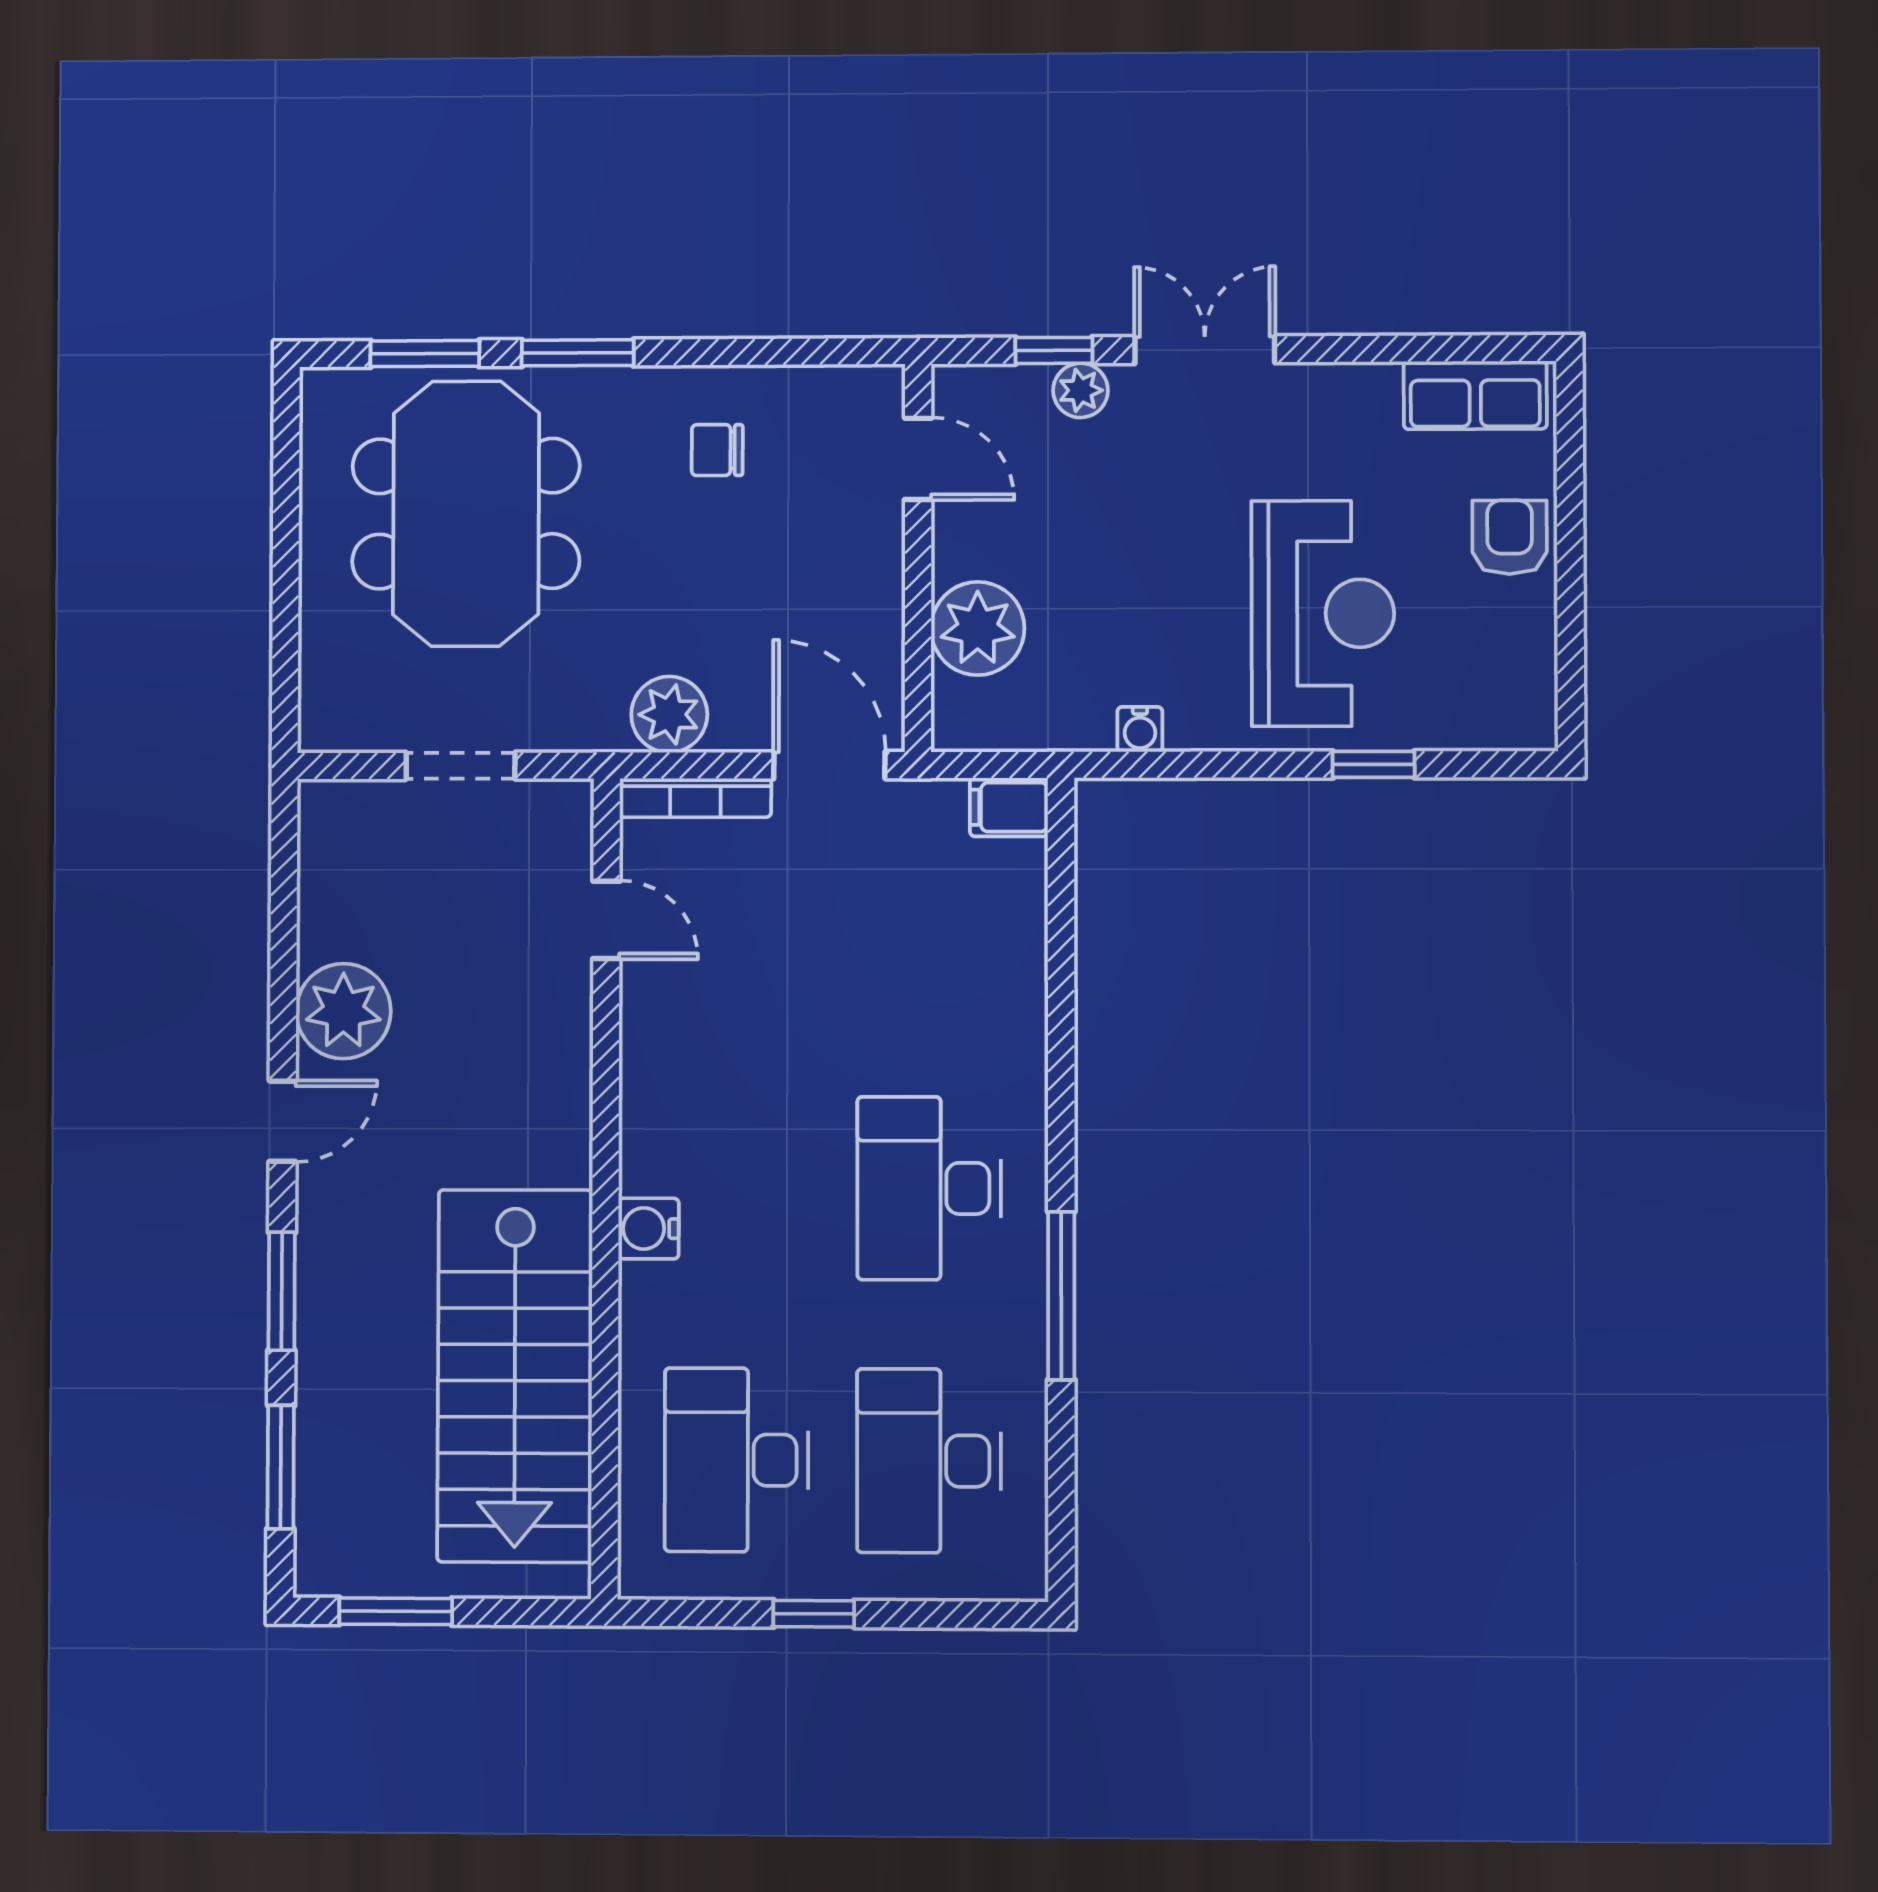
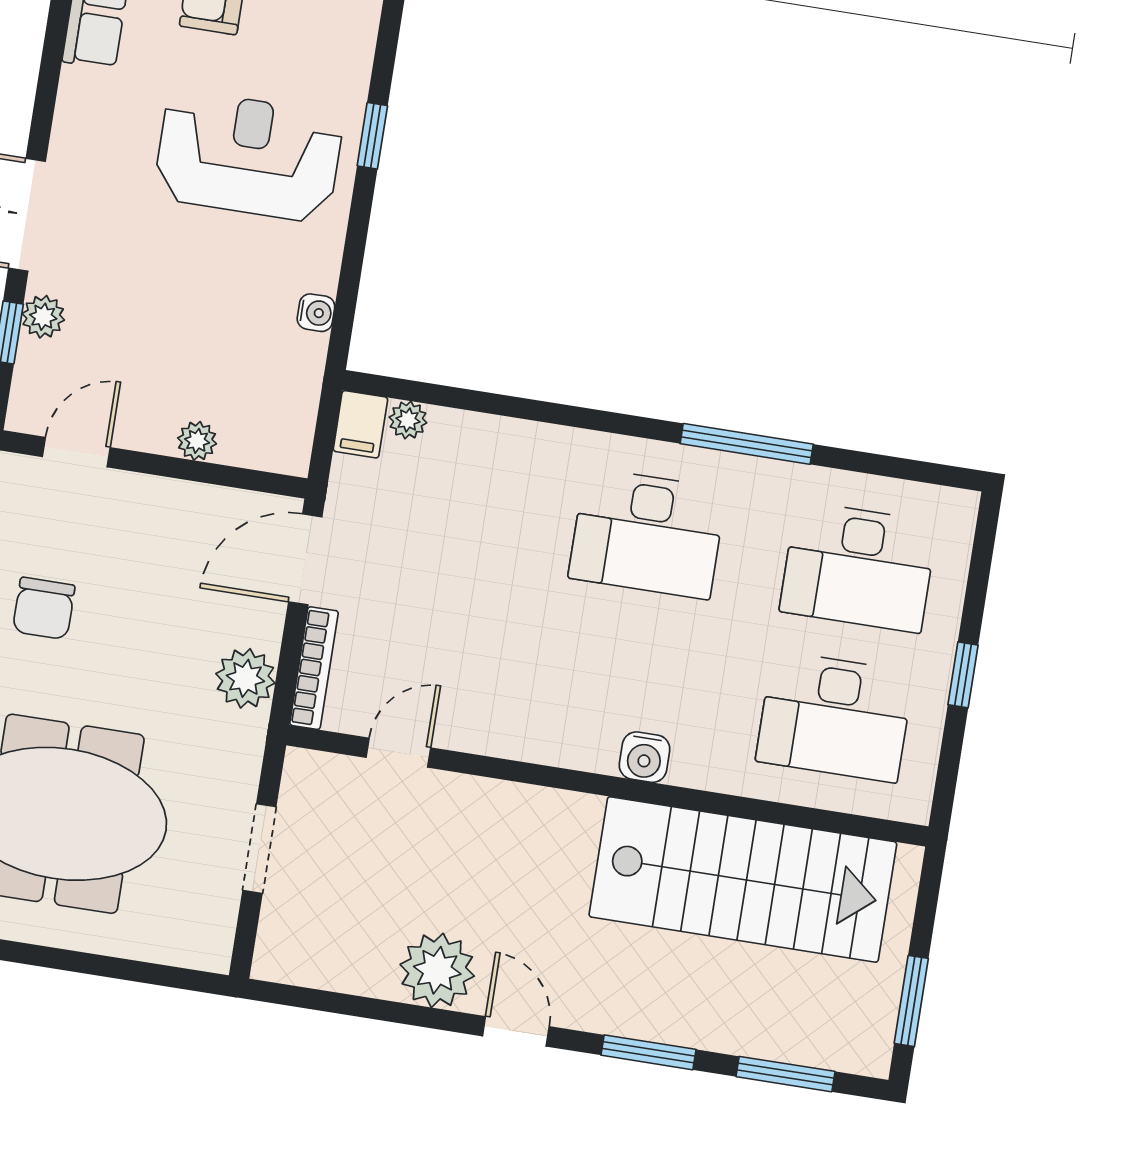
chair: (717, 450) -> (44, 608), width x1.37, depth x1.37
plant: (978, 628) -> (197, 441), width x0.53, depth x0.53
plant: (1024, 866) -> (408, 420), added

